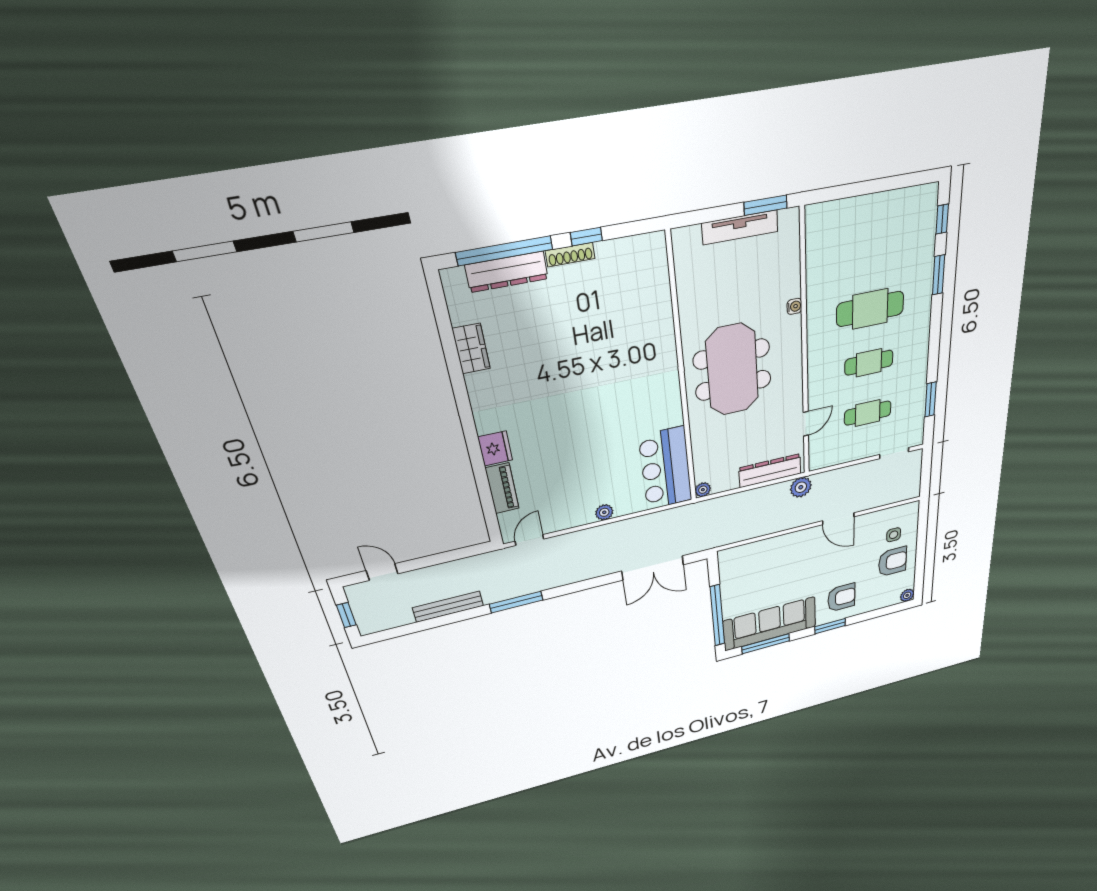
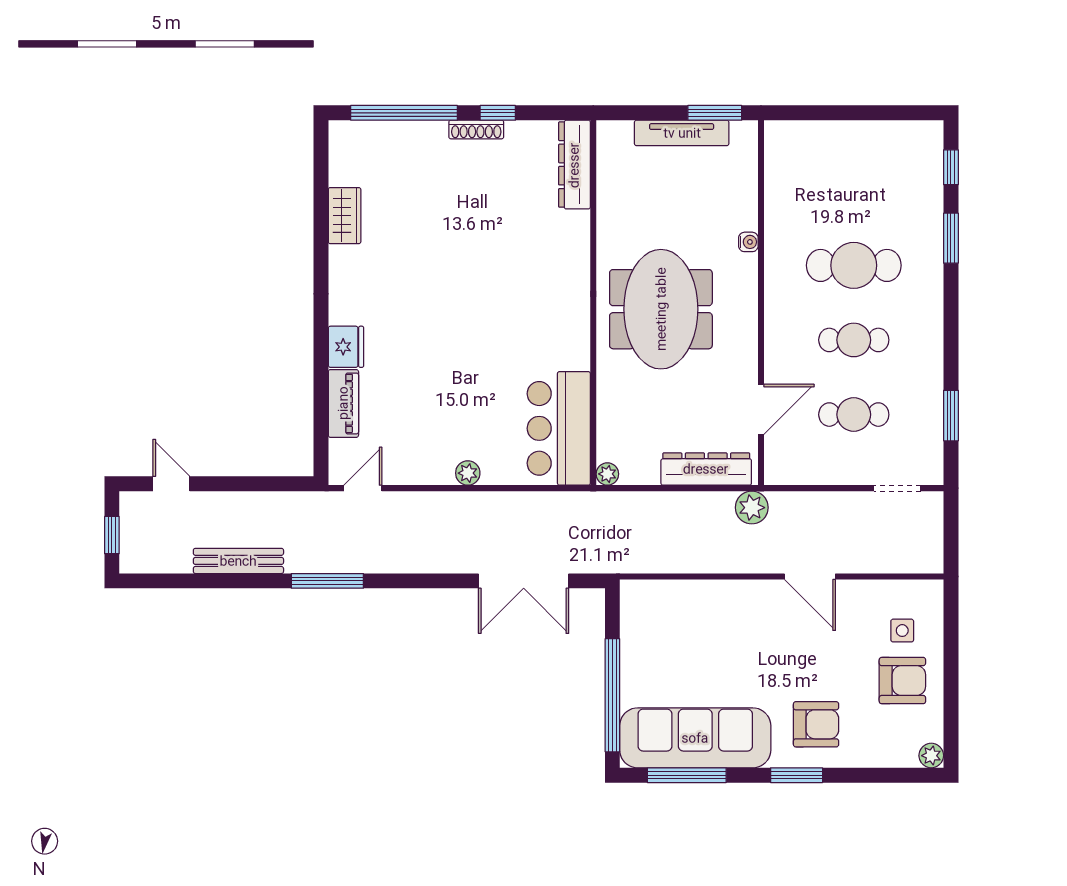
dresser: (507, 272) -> (574, 165), moved, turned 90
door: (806, 424) -> (761, 409), width x1.38

